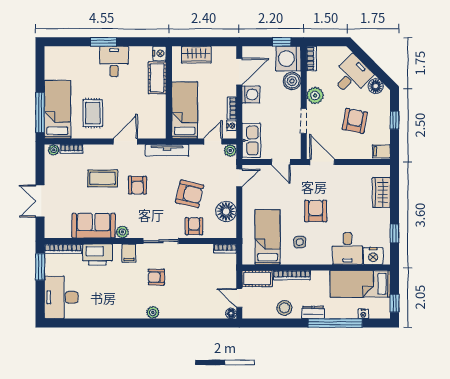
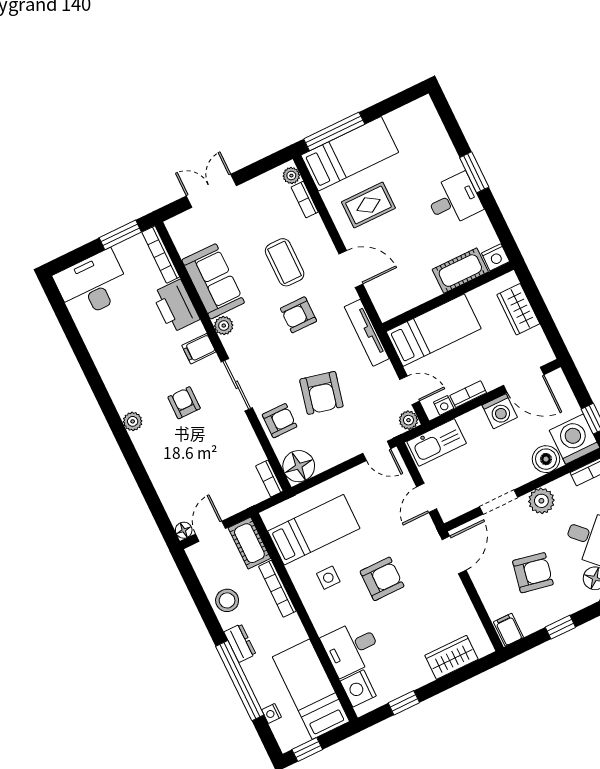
floor lamp: (226, 211) -> (299, 466), moved

